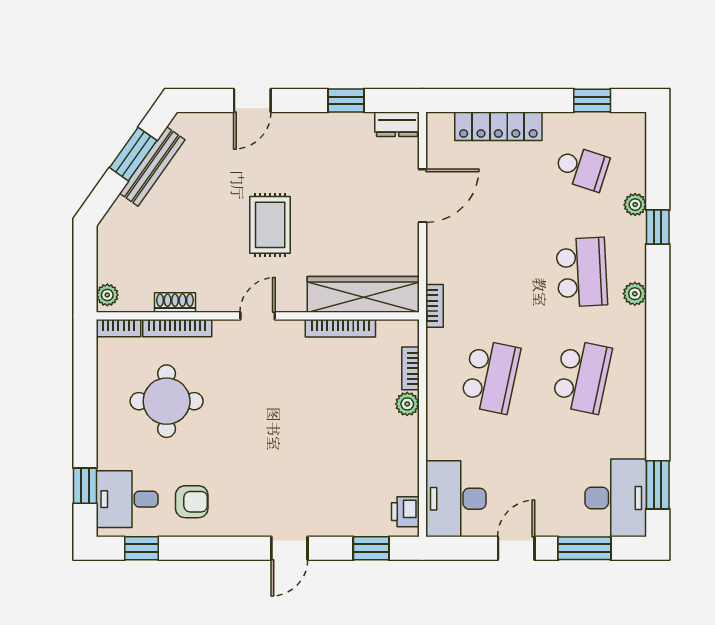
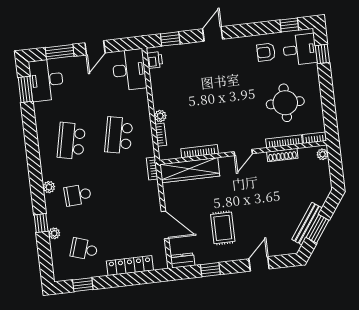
door: (422, 196) -> (165, 225), swing flipped
rug: (270, 225) -> (223, 228), moved
school desk: (582, 272) -> (78, 195), width x0.54
shoe rack: (175, 303) -> (282, 155), width x1.43

